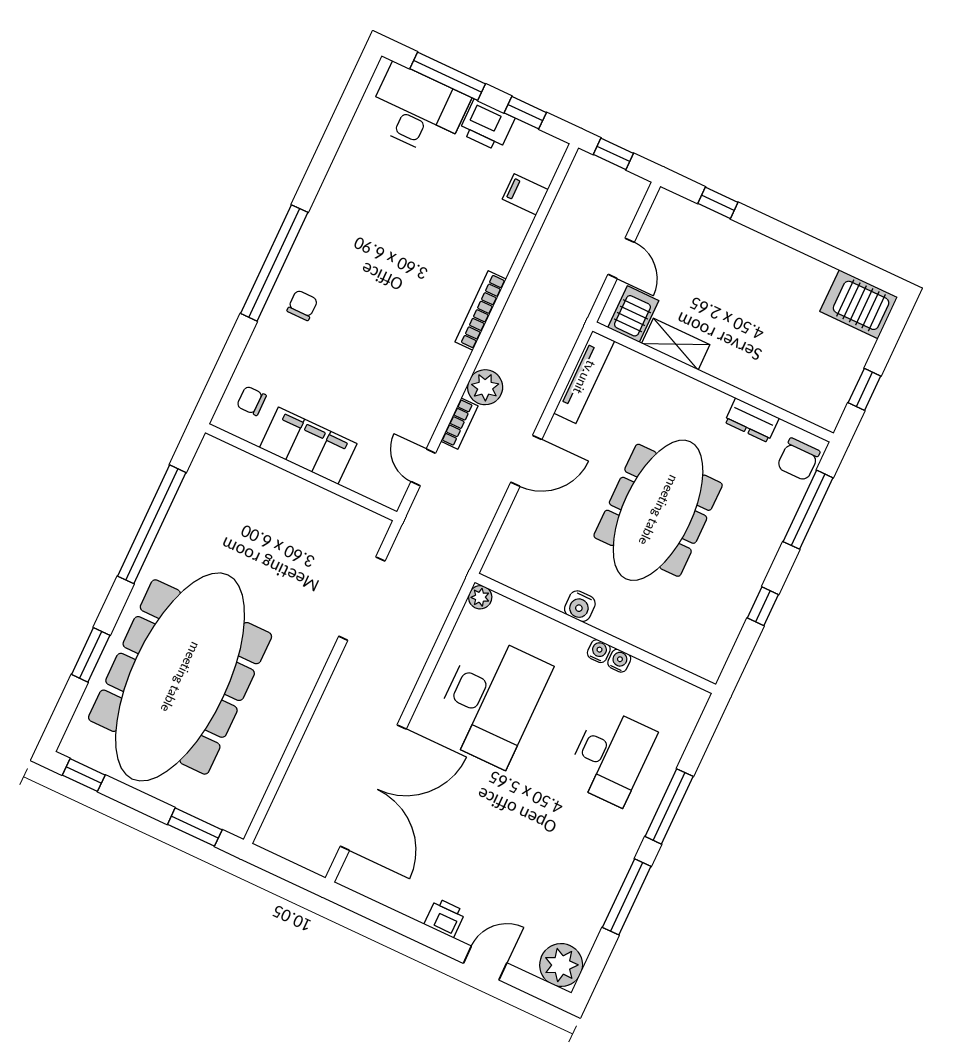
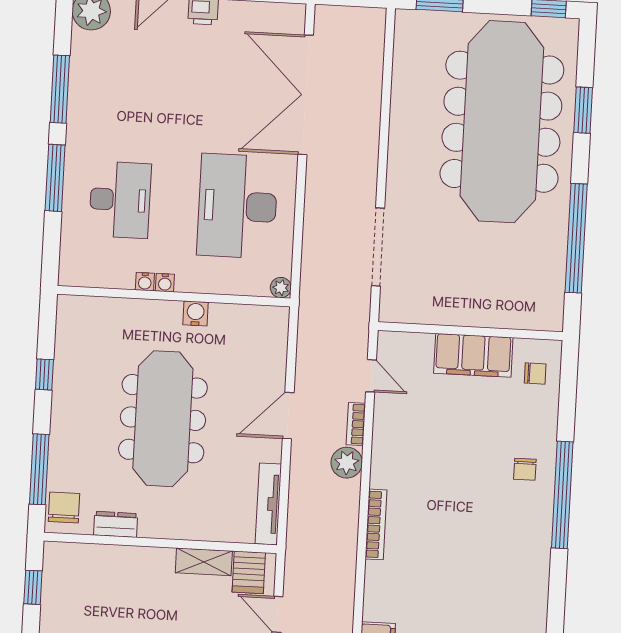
desk: (611, 756) -> (120, 200), turned 180

